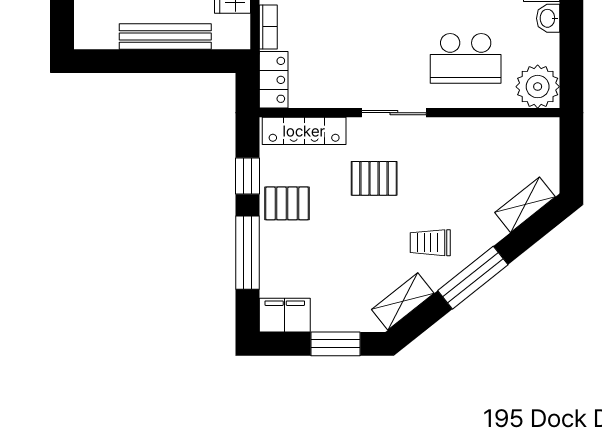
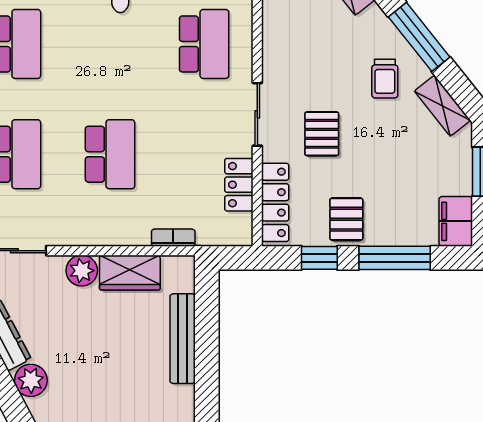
locker: (274, 80) -> (239, 185), moved, turned -90

